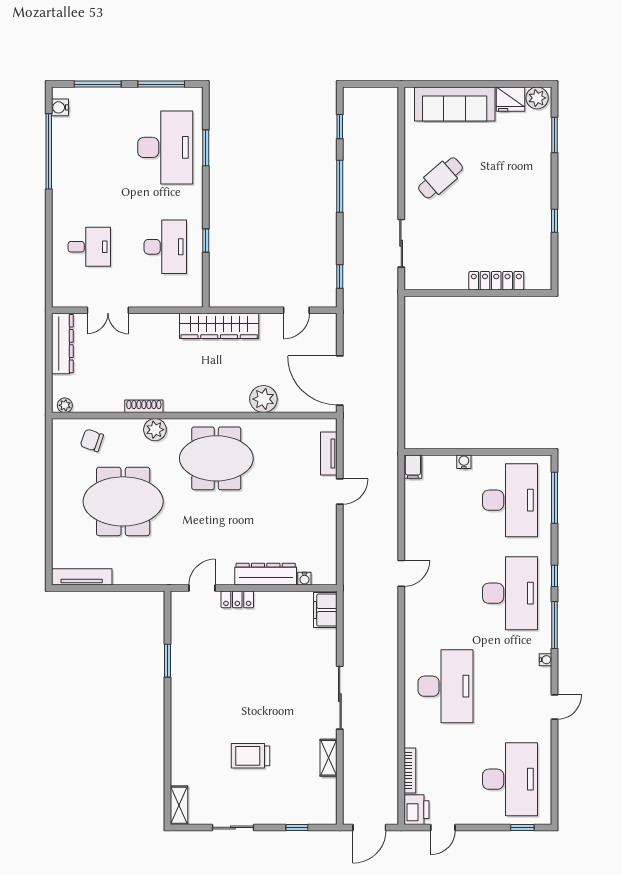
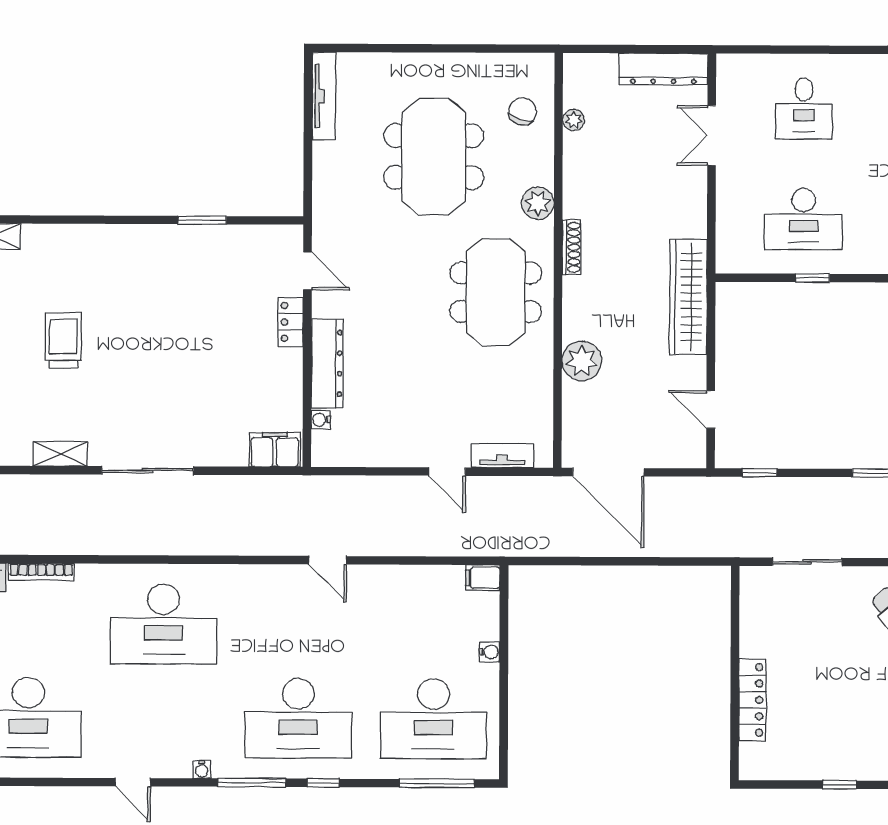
door: (340, 380) -> (608, 472), swing flipped
plant: (65, 405) -> (573, 120), moved
shoe rack: (144, 406) -> (572, 247), moved

